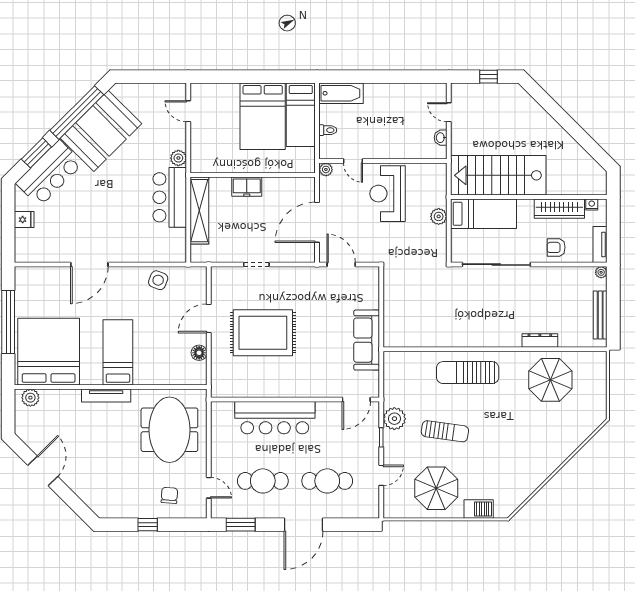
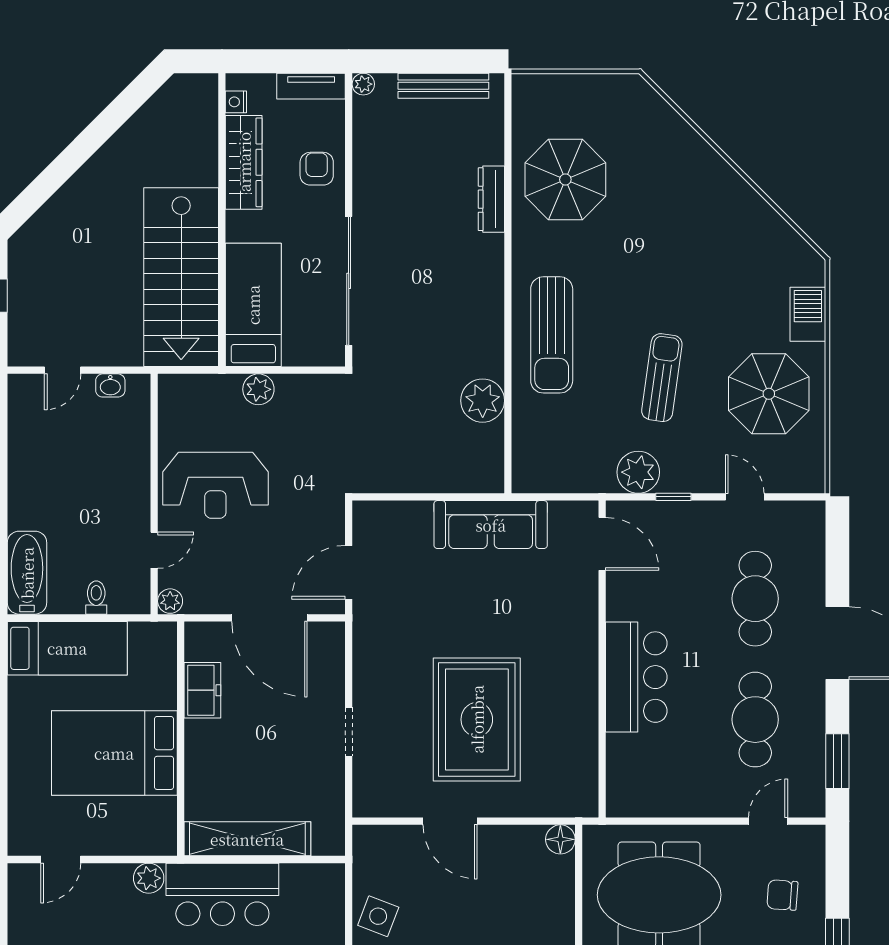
bed: (263, 116) -> (114, 753), moved, turned 180
freezer: (247, 187) -> (202, 690), moved
armchair: (556, 247) -> (317, 169), turned 180
plant: (433, 336) -> (483, 401), added
floor lamp: (199, 353) -> (560, 839), moved
bar counter: (275, 418) -> (636, 677), width x0.73

